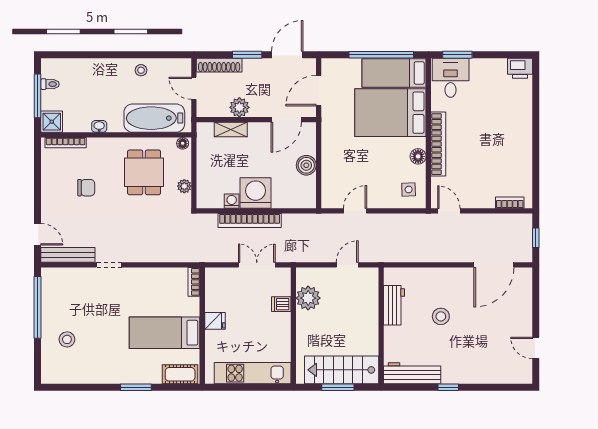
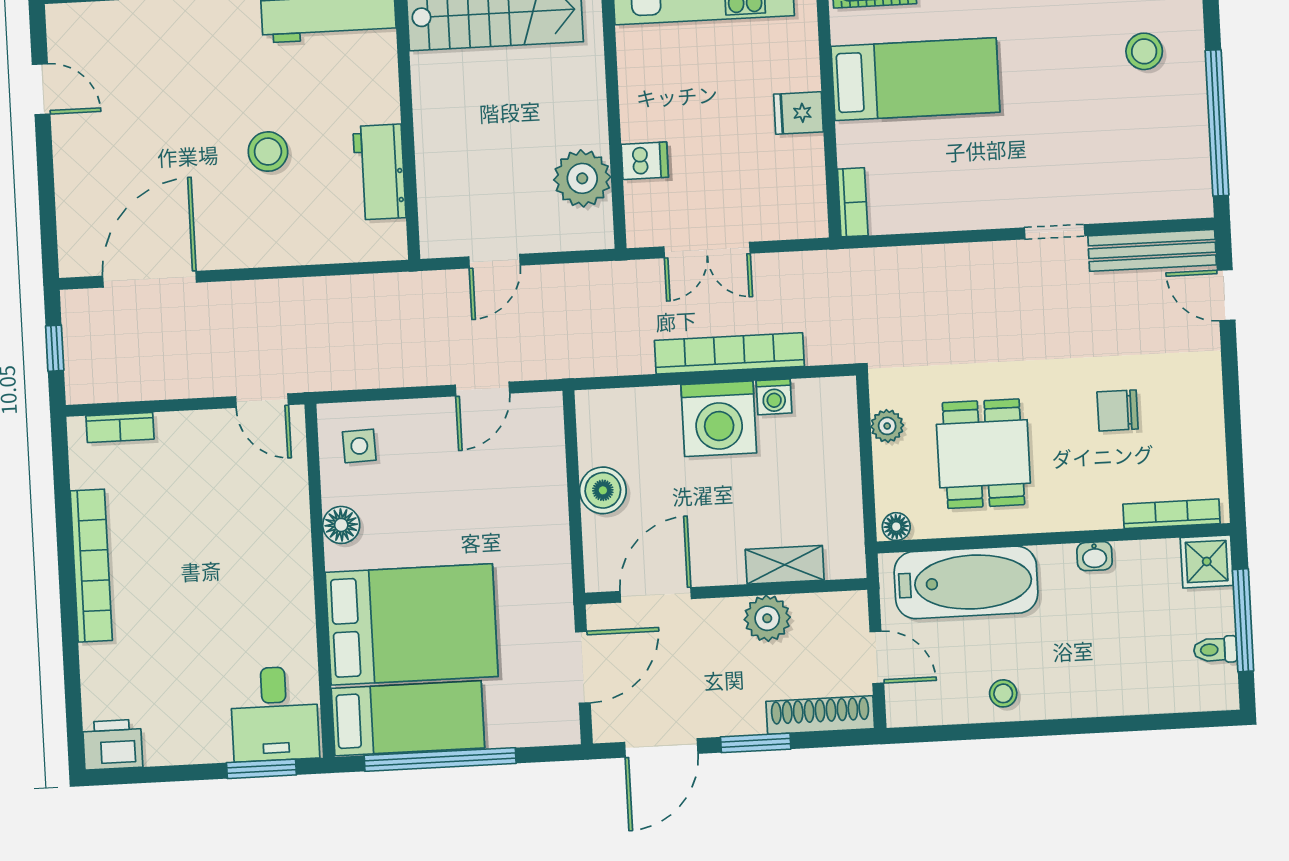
bookcase: (438, 144) -> (91, 566), moved, turned 180

